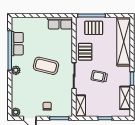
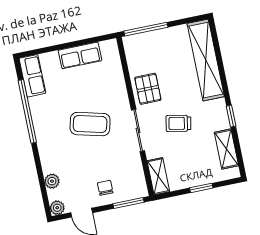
row of seats: (60, 23) -> (80, 55), moved
pallet: (94, 28) -> (154, 48), removed
row of seats: (17, 44) -> (32, 76), moved
plant: (16, 70) -> (52, 181), moved

